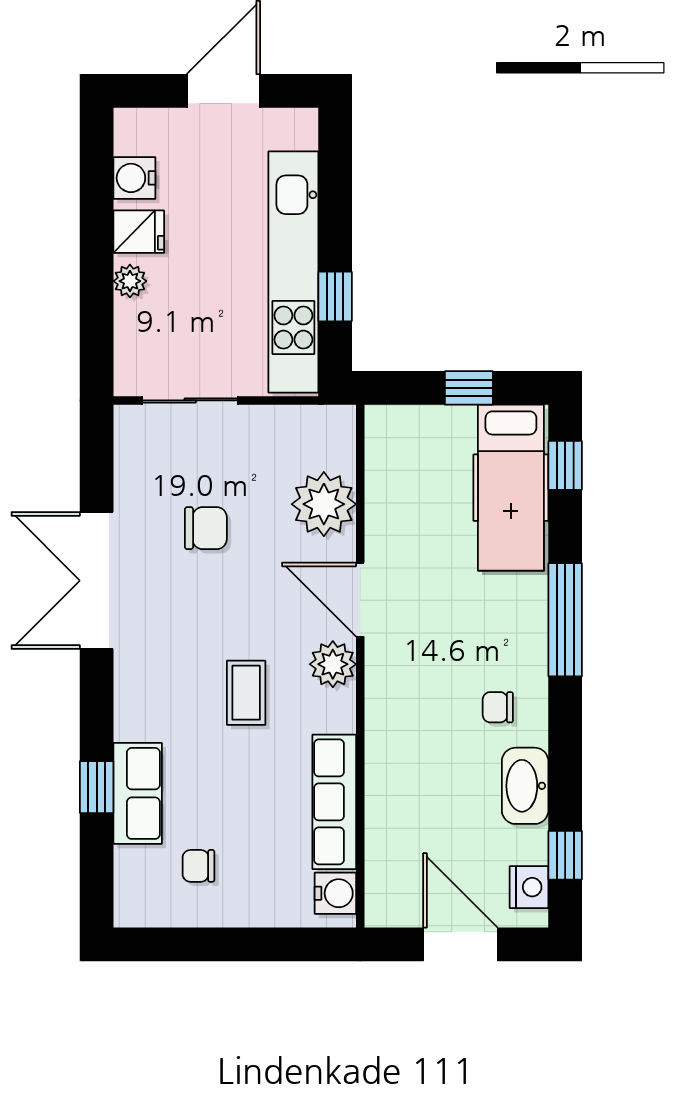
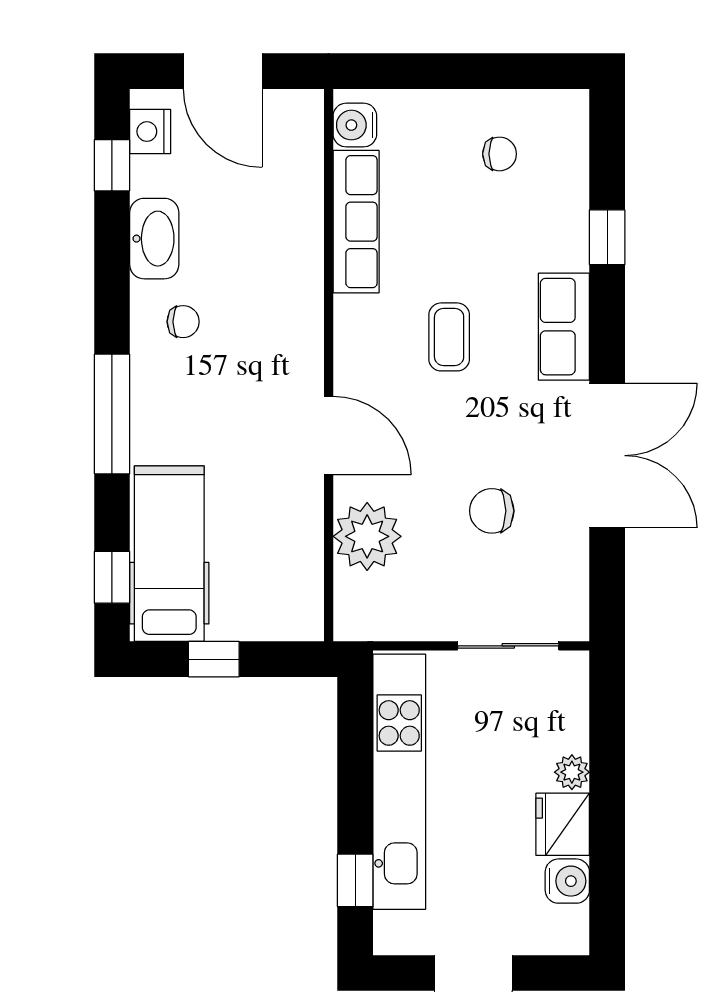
fridge: (139, 232) -> (563, 824), width x1.38
window: (335, 297) -> (355, 880), moved
plant: (333, 664) -> (358, 367), removed
row of seats: (138, 793) -> (564, 327), moved

